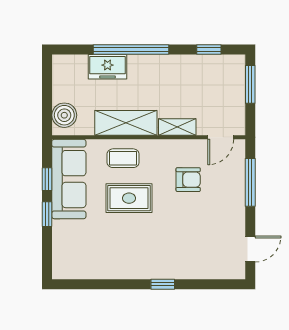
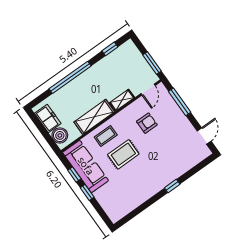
freezer: (108, 67) -> (48, 118), moved, turned -90
window: (250, 84) -> (152, 63), moved

